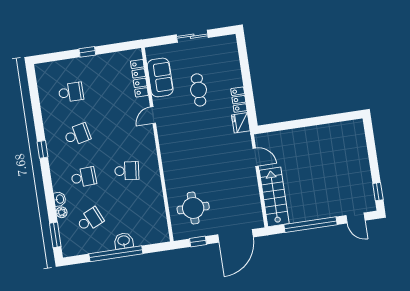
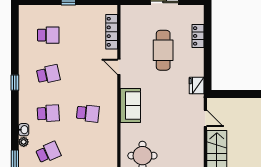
sofa: (160, 77) -> (130, 106), moved
cafe table: (199, 90) -> (163, 50), width x1.37, depth x1.35
locker: (239, 100) -> (198, 36), moved
door: (153, 115) -> (119, 67), hinge flipped

